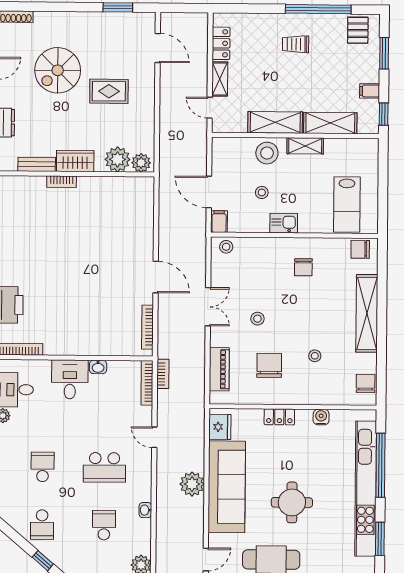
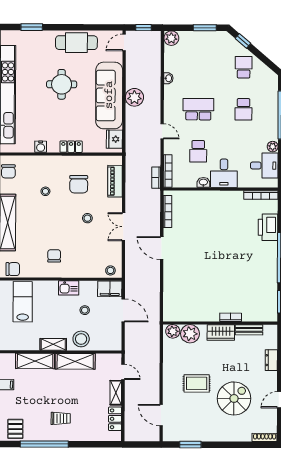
filing cabinet: (219, 222) -> (110, 289), width x2.00
school desk: (104, 525) -> (198, 151), moved

